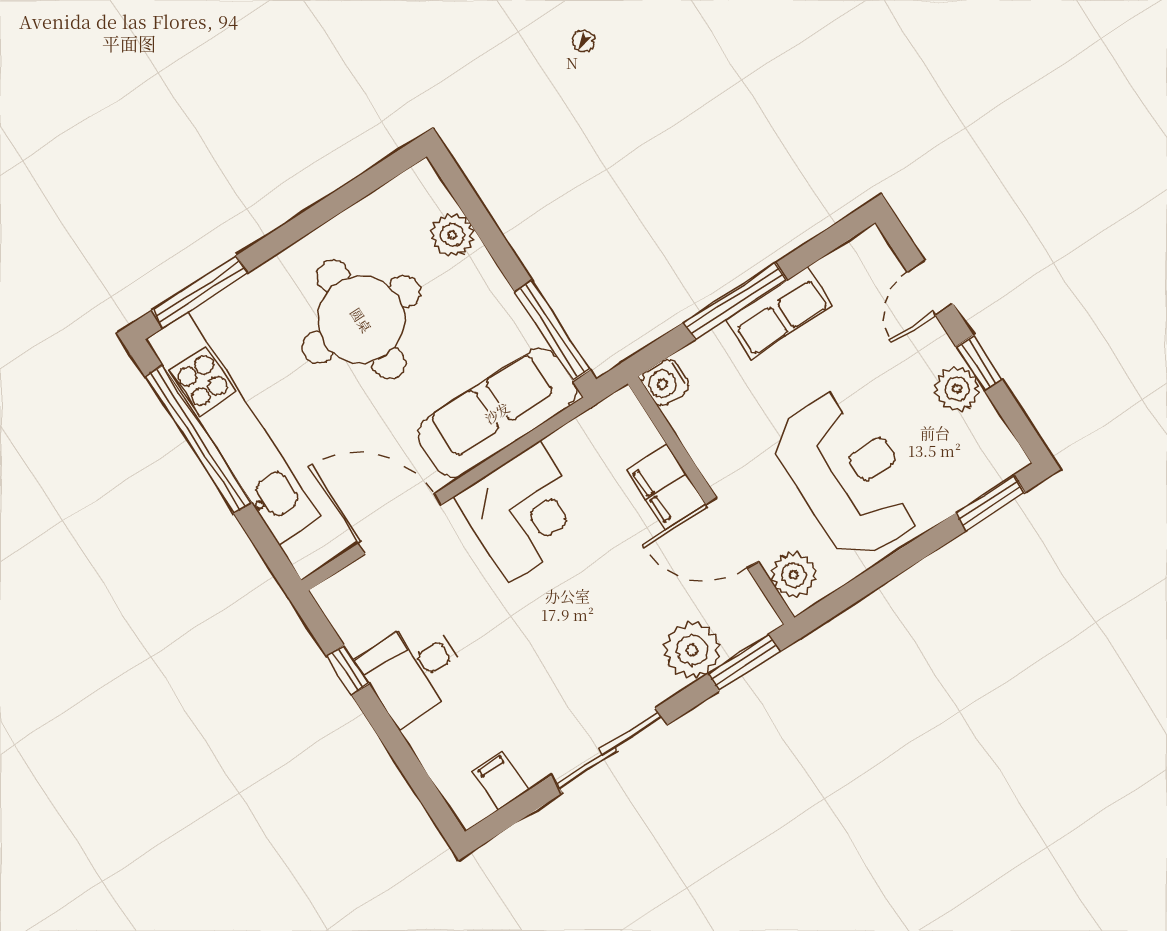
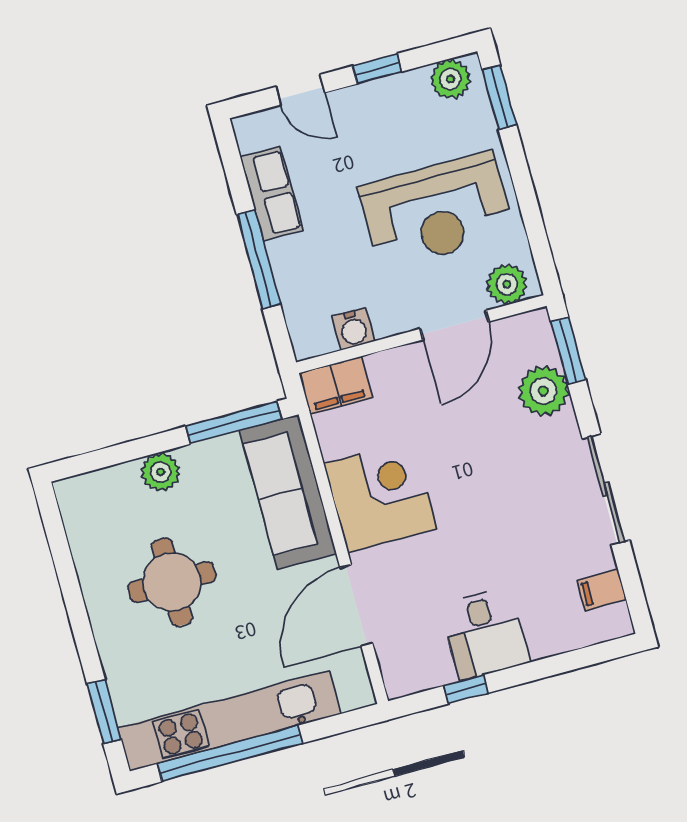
plant: (452, 235) -> (161, 472), moved
window: (200, 292) -> (104, 712), width x0.69
row of seats: (779, 313) -> (272, 193), moved
round table: (361, 320) -> (172, 582), width x0.73, depth x0.73
water cooler: (665, 382) -> (353, 329), moved
plant: (957, 389) -> (450, 79), moved
reception desk: (848, 474) -> (436, 211), turned 180
filing cabinet: (666, 487) -> (336, 385), moved

